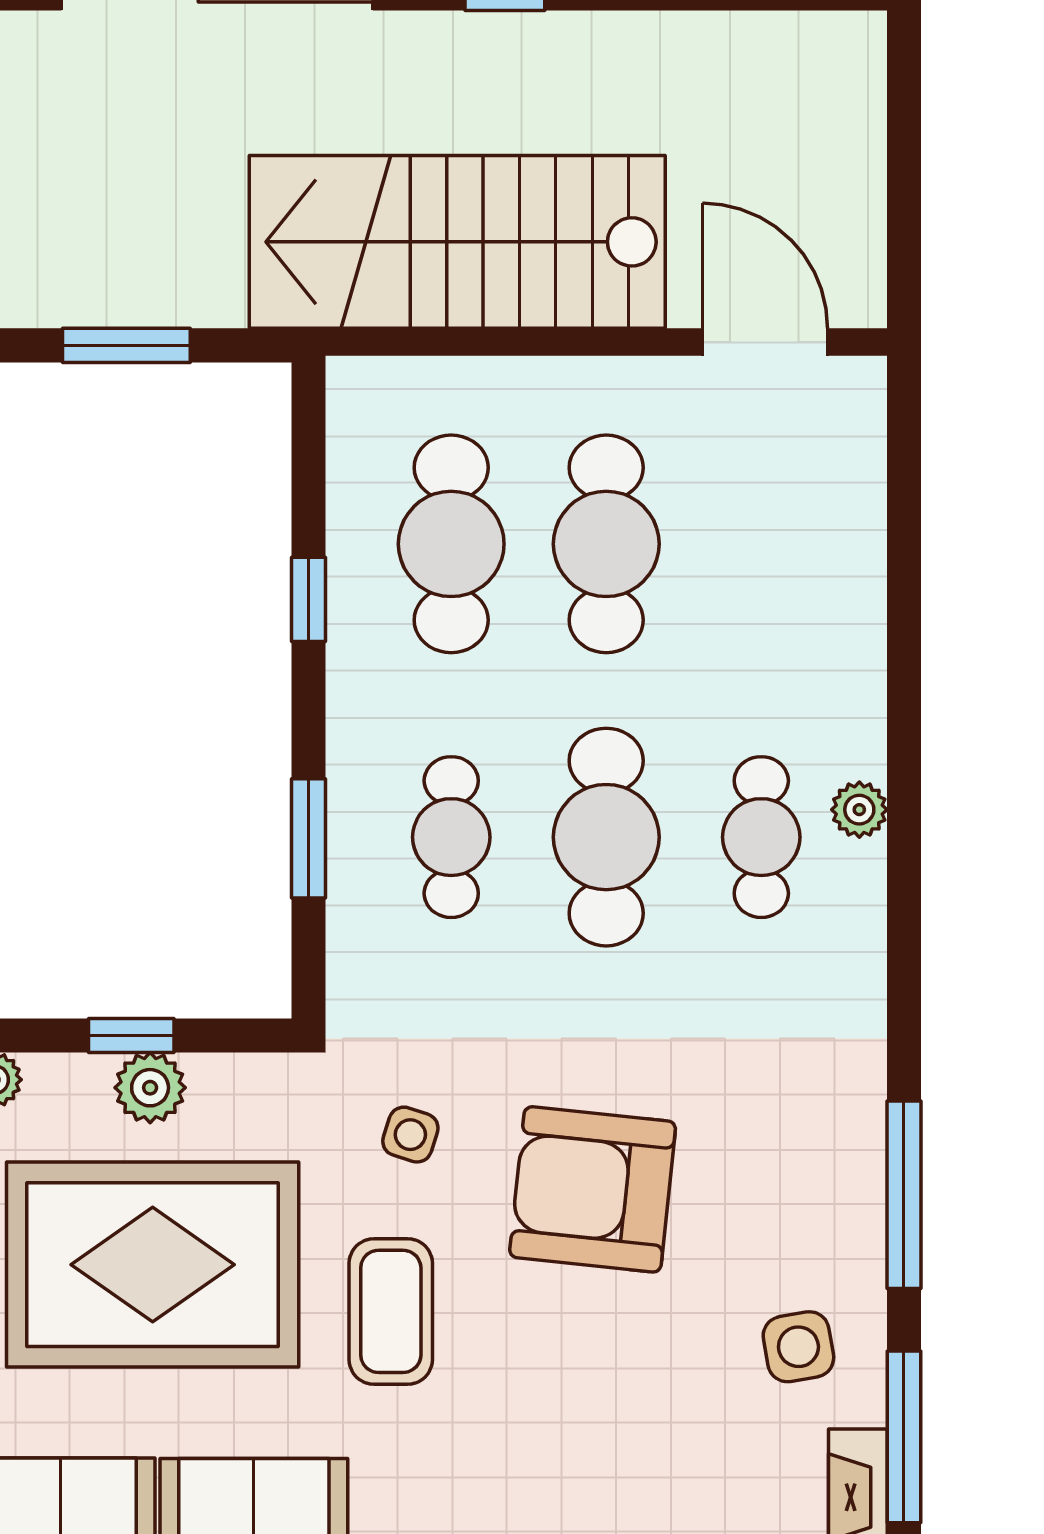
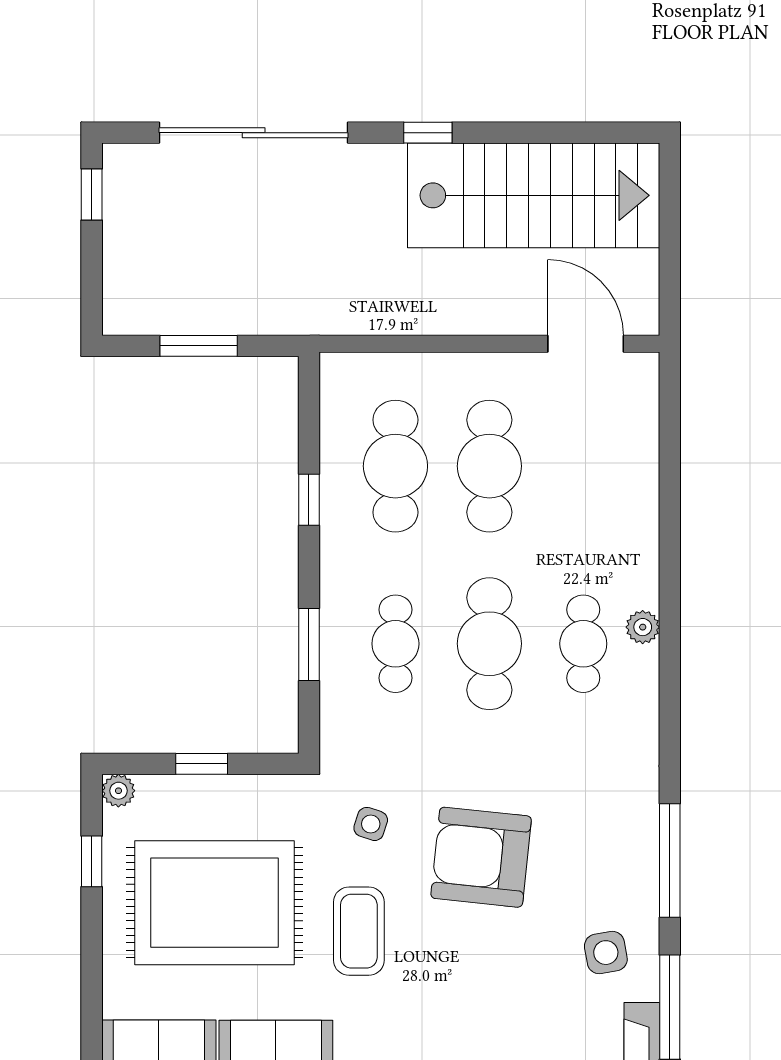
stairs: (457, 242) -> (534, 195), moved, turned 180
plant: (150, 1088) -> (213, 796), removed

